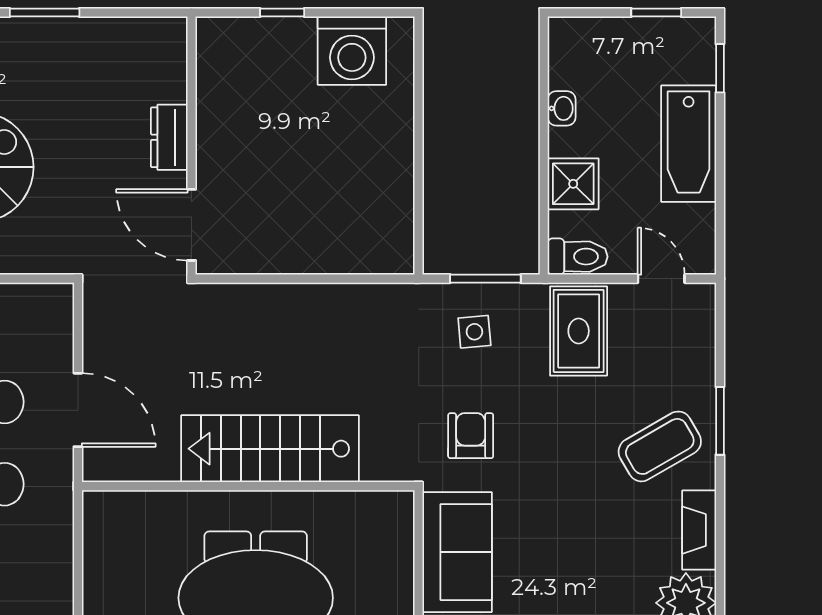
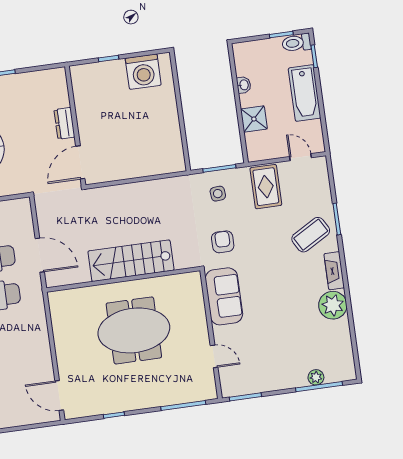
door: (191, 225) -> (80, 162), hinge flipped
toilet: (578, 257) -> (296, 43), moved, turned 180

